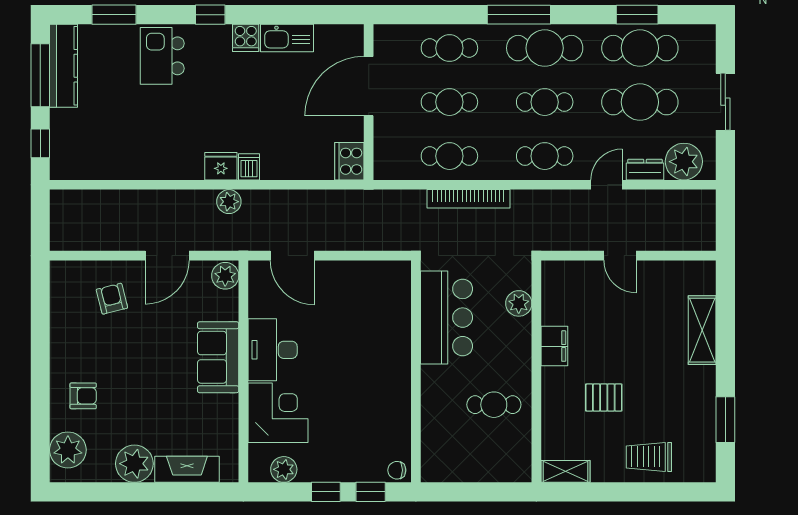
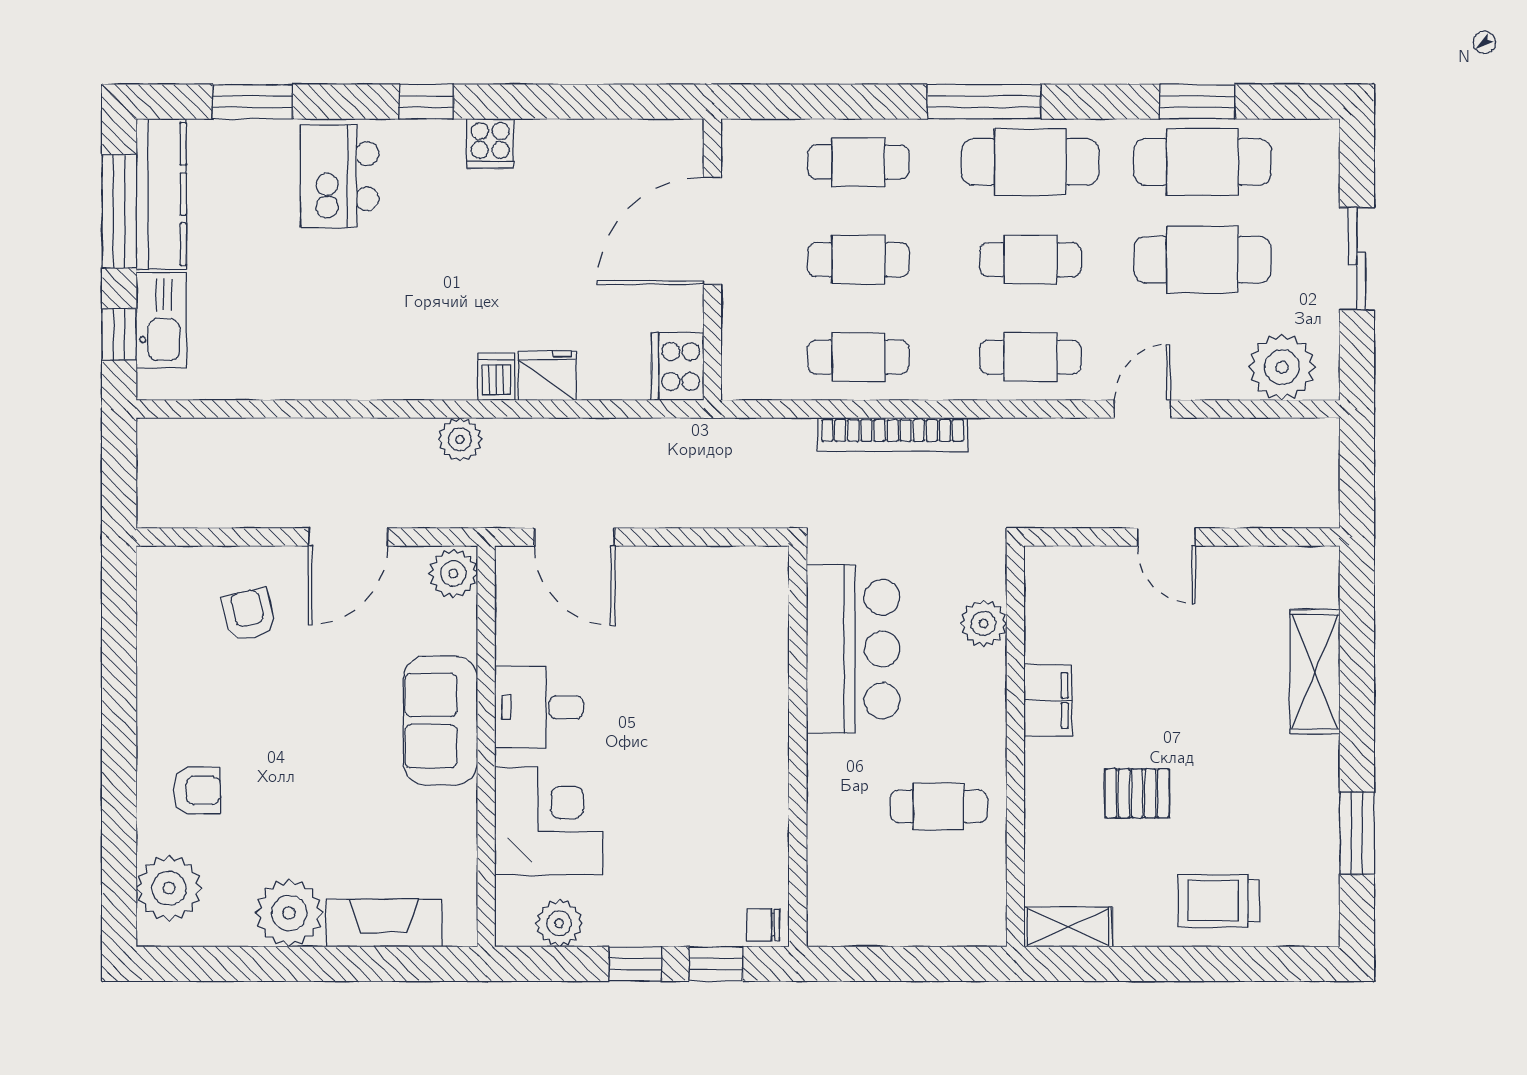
kitchen sink: (287, 38) -> (161, 320), moved, turned -90
fridge: (221, 166) -> (547, 376), moved
dresser: (645, 170) -> (1212, 382), removed
desk: (273, 350) -> (539, 707), width x0.73

